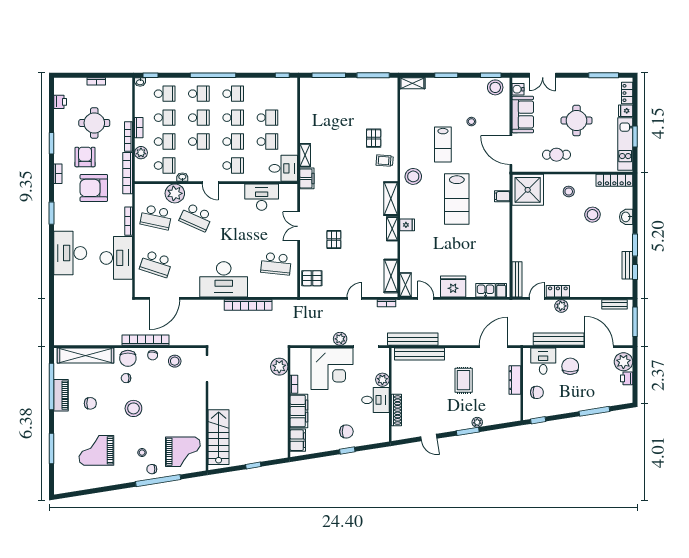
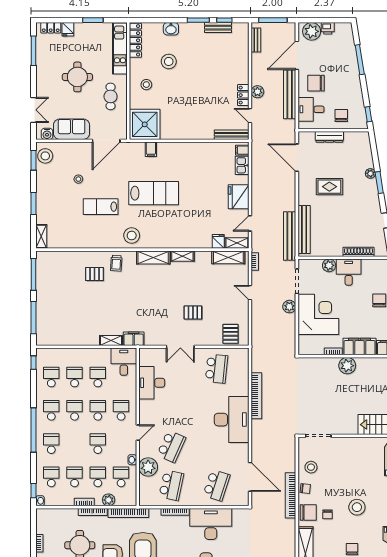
school desk: (199, 118) -> (51, 377), moved
kitchen unit: (625, 144) -> (120, 48), moved, turned 90
lab bench: (443, 145) -> (101, 207), turned 180
fridge: (407, 225) -> (218, 241), moved
plant: (279, 367) -> (347, 366), moved

